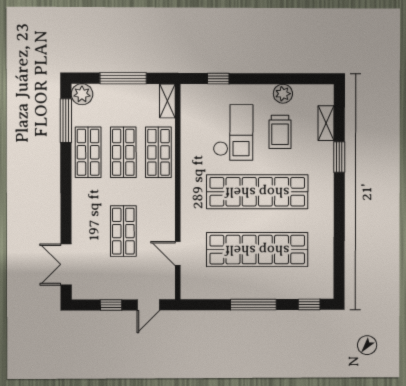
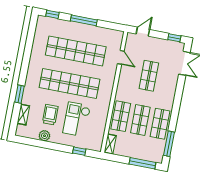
window: (123, 78) -> (142, 163), moved
plant: (82, 94) -> (157, 157), removed
window: (111, 305) -> (174, 38), moved

